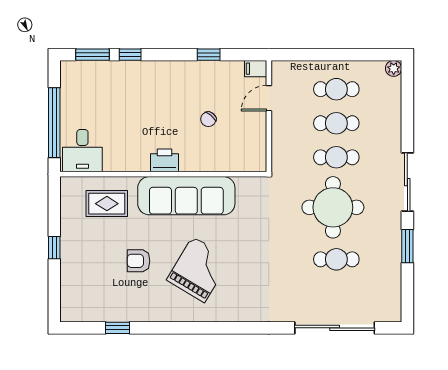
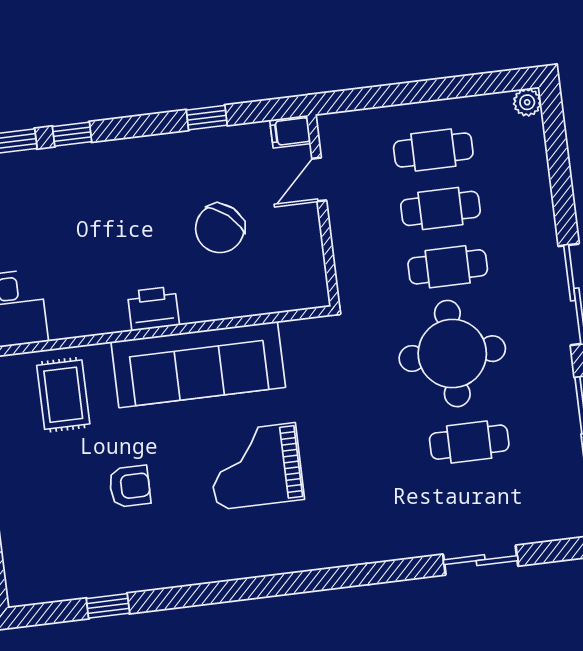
chair: (208, 119) -> (220, 228), width x1.87, depth x1.87
rug: (107, 204) -> (63, 395), turned 90
armchair: (138, 261) -> (130, 486), turned 180
grand piano: (199, 270) -> (256, 466), moved, turned -121
sliding door: (335, 328) -> (481, 560), width x0.54

